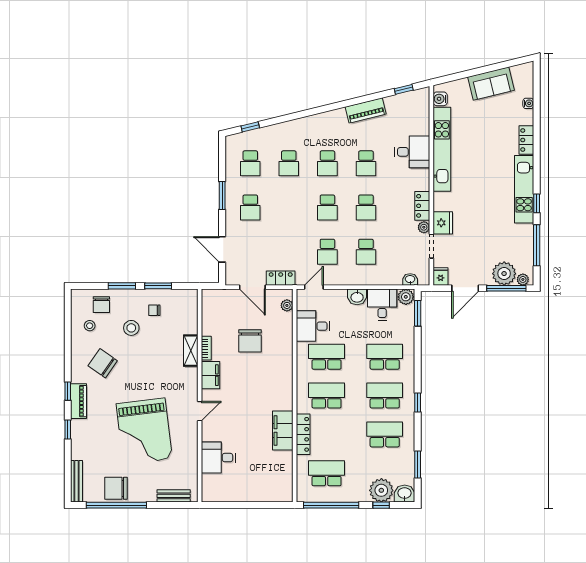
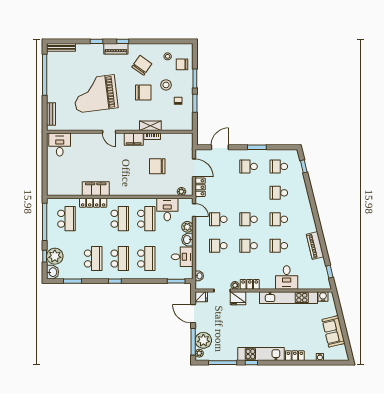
door: (252, 287) -> (194, 168), swing flipped
plant: (406, 297) -> (187, 227), moved
desk: (218, 458) -> (60, 145), moved
chair: (116, 488) -> (143, 92), moved, turned 90

